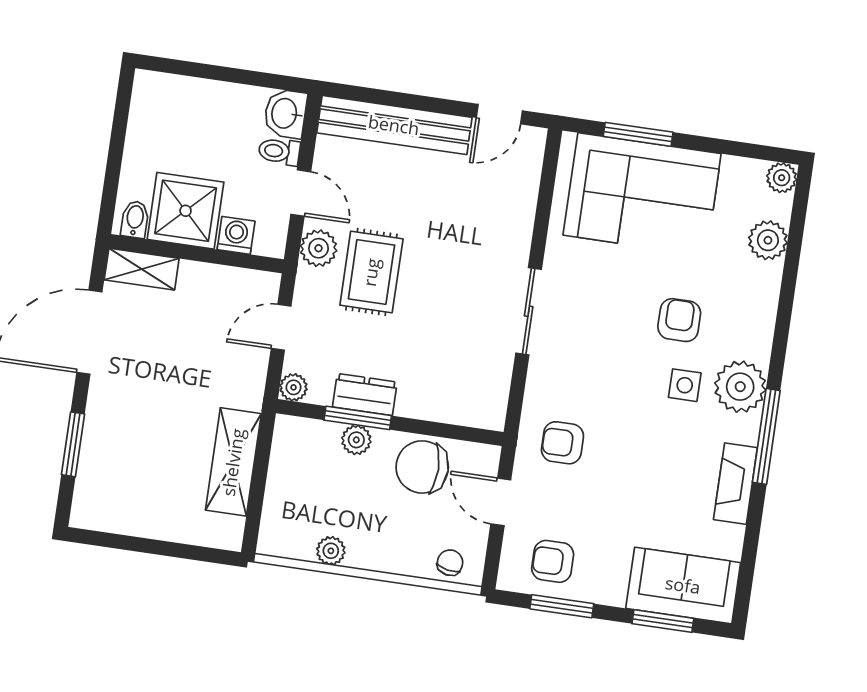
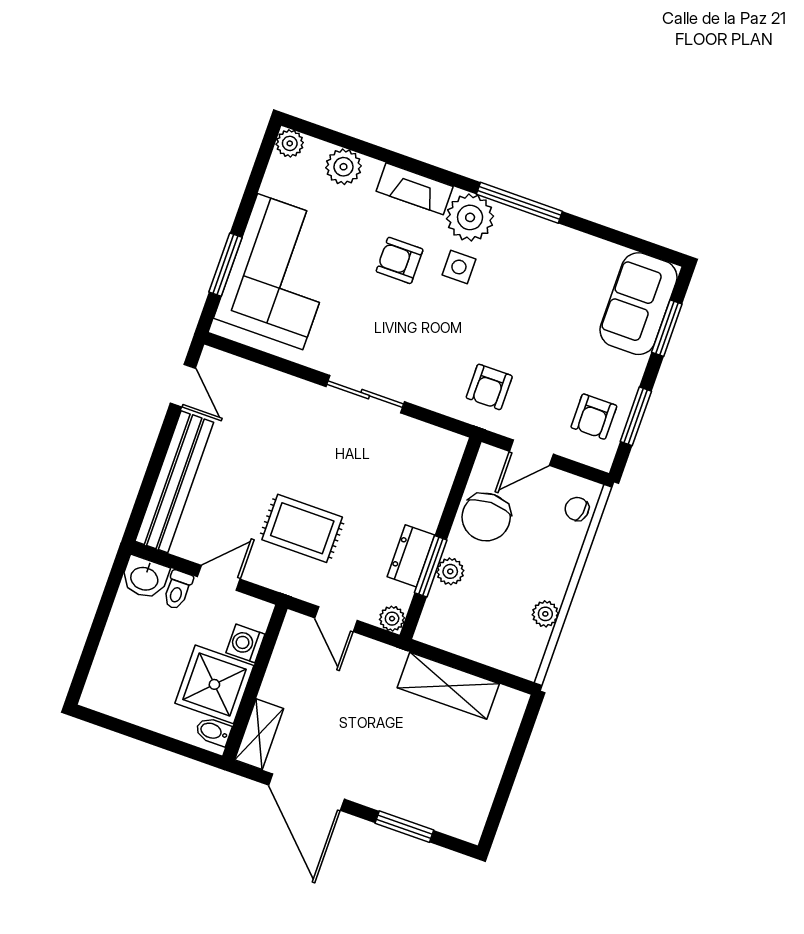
plant: (319, 248) -> (271, 572), removed
fireplace: (735, 484) -> (415, 189), moved

